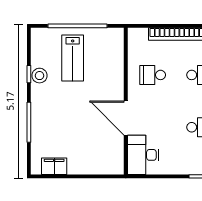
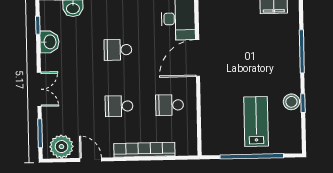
school desk: (153, 75) -> (170, 105), turned 180
door: (126, 118) -> (198, 58), swing flipped

